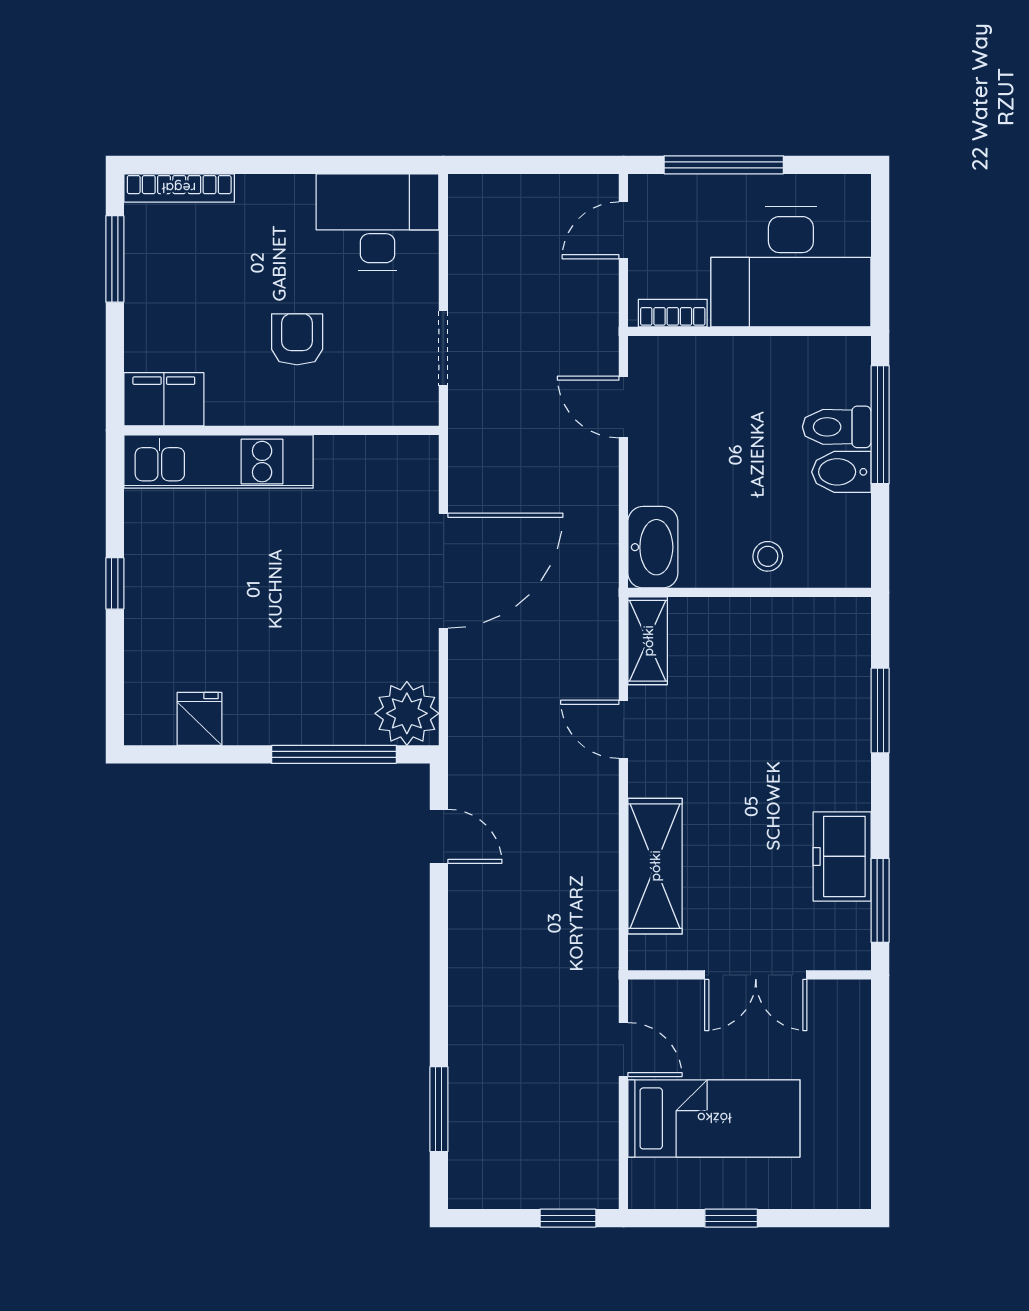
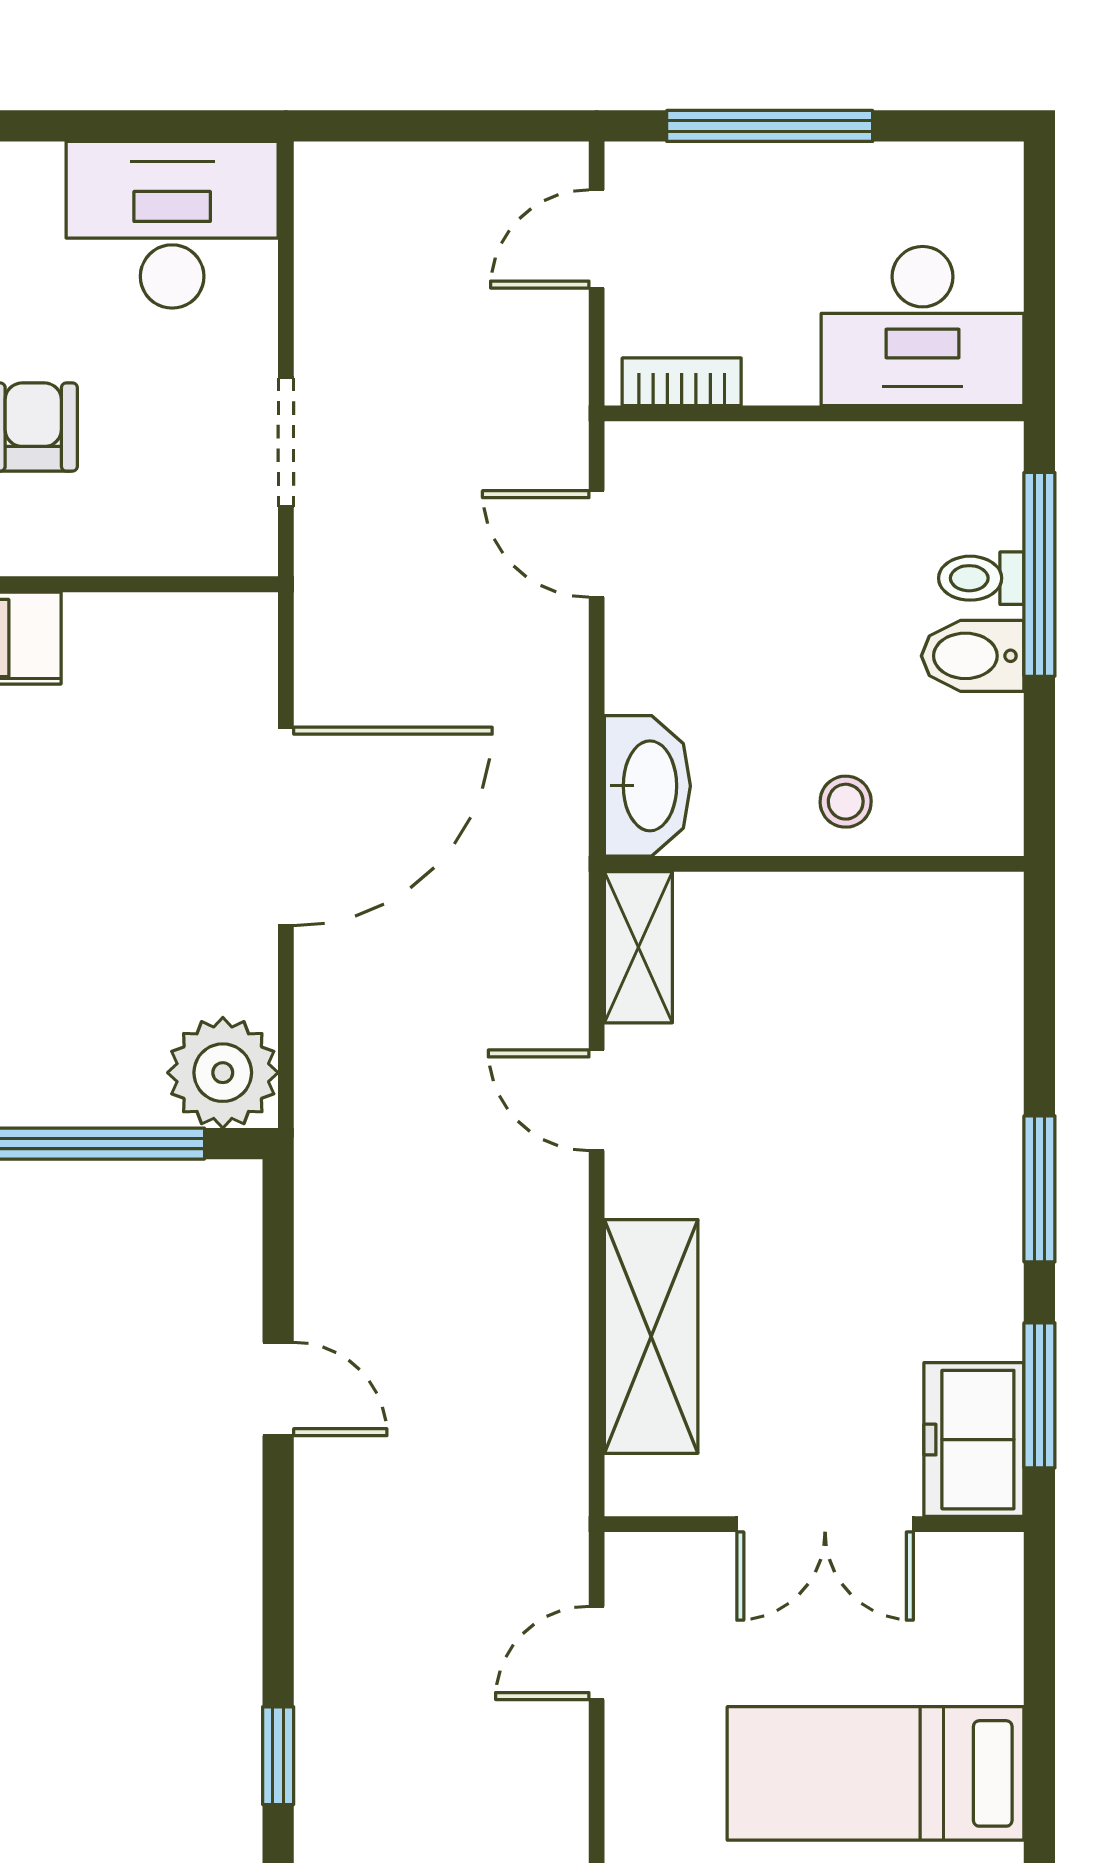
desk: (791, 267) -> (923, 326), width x0.73, depth x0.77
toilet: (837, 427) -> (981, 578), width x0.73, depth x0.72
window: (880, 711) -> (1039, 1189), moved
door: (439, 836) -> (278, 1389), moved
freezer: (842, 856) -> (974, 1440), moved
door: (623, 1050) -> (597, 1653), swing flipped
window: (439, 1109) -> (278, 1756), width x0.67
bed: (714, 1118) -> (876, 1773), moved, turned 180

